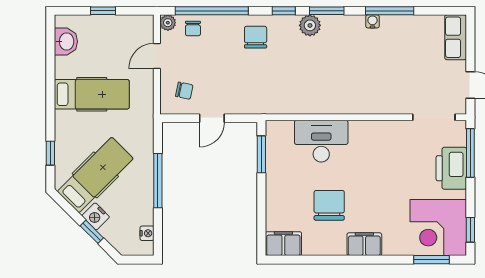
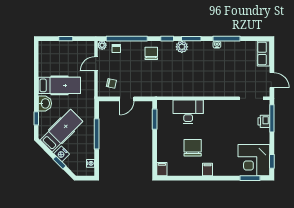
washbasin: (66, 41) -> (45, 103), moved
printer: (451, 168) -> (264, 121), width x0.53, depth x0.68
filing cabinet: (283, 244) -> (162, 169), width x0.50
filing cabinet: (364, 244) -> (207, 169), width x0.50

